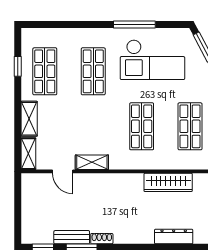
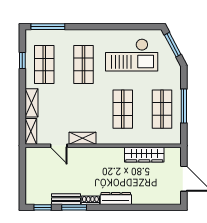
window: (134, 25) -> (48, 27), moved
dresser: (174, 237) -> (116, 199), moved

